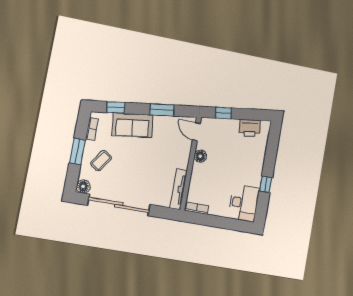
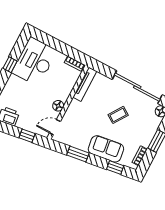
door: (196, 132) -> (55, 127), swing flipped
coffee table: (101, 161) -> (118, 115), moved
desk: (244, 203) -> (34, 62), width x1.36, depth x1.30

